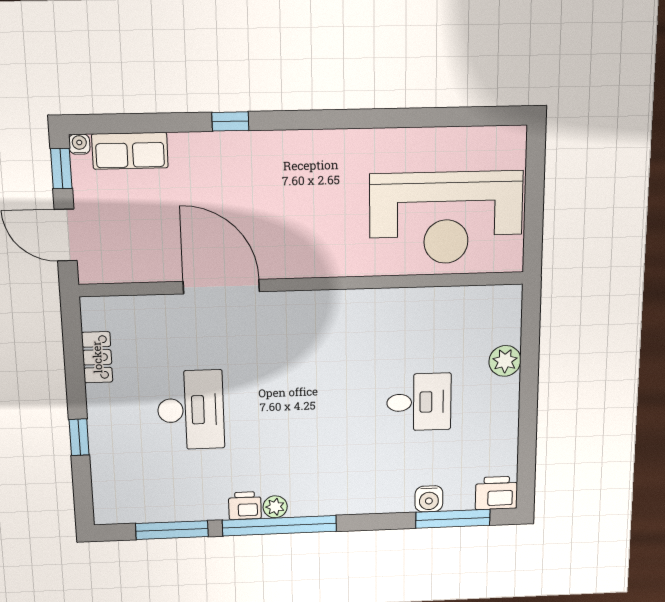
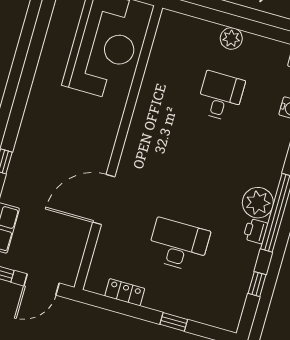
plant: (505, 361) -> (231, 38), moved
plant: (275, 507) -> (258, 203), width x1.88, depth x1.88
window: (172, 530) -> (257, 284), width x0.46

